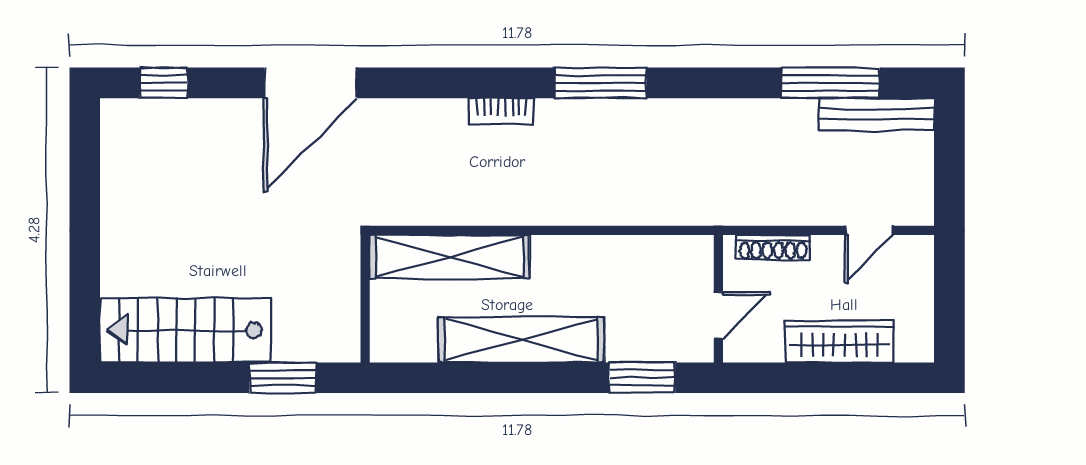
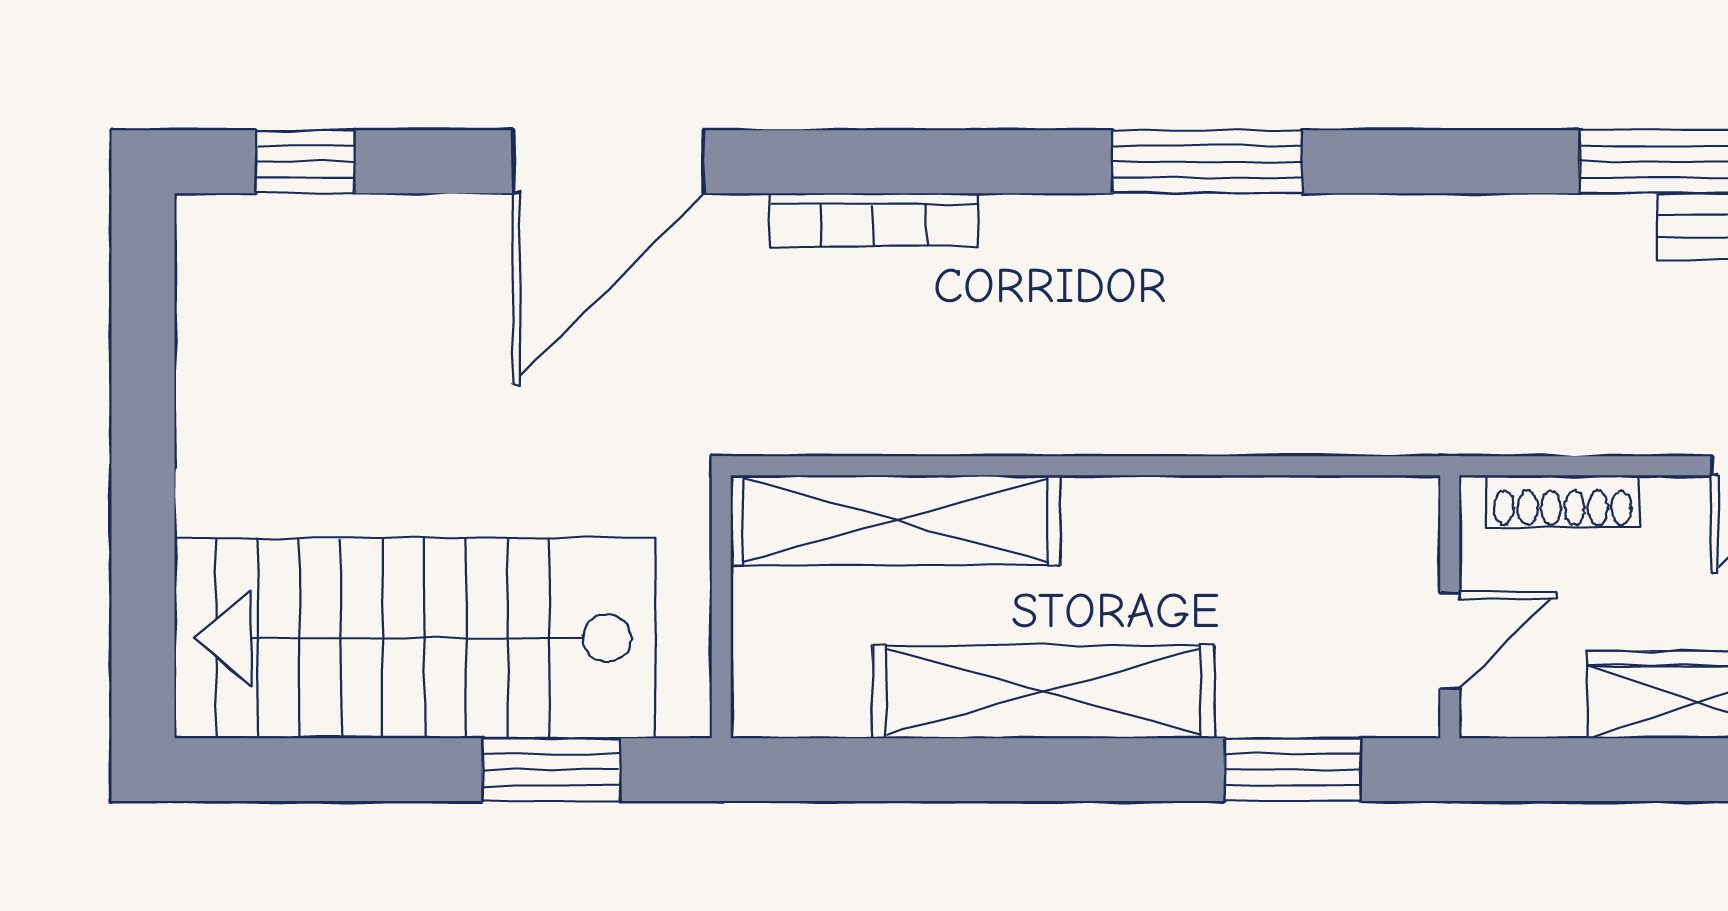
bookcase: (501, 111) -> (874, 220), moved, width x1.56
stairs: (185, 330) -> (415, 638), width x1.36, depth x1.51

